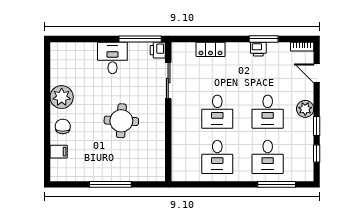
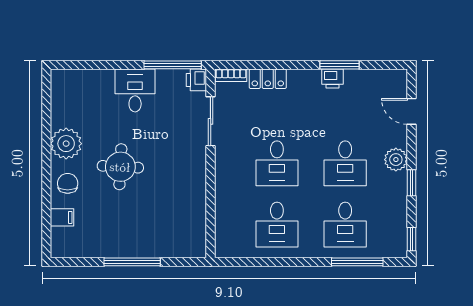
bookcase: (302, 47) -> (231, 75), moved
round table: (121, 121) -> (120, 167), moved
window: (317, 153) -> (412, 239), moved

